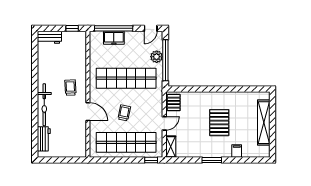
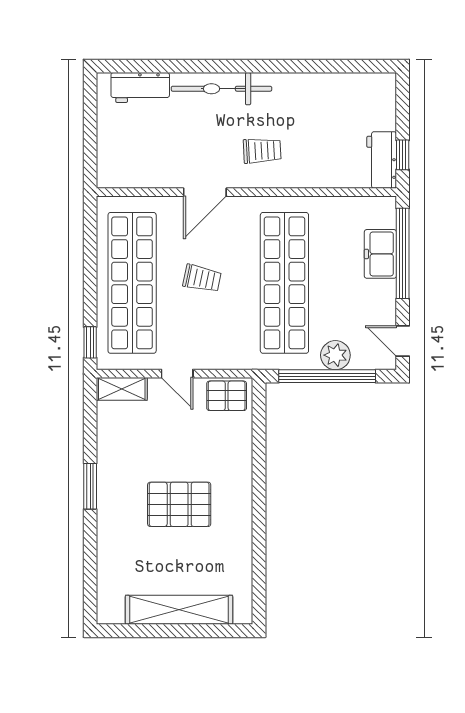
workbench: (49, 37) -> (382, 160), moved
filing cabinet: (237, 151) -> (111, 546), removed

